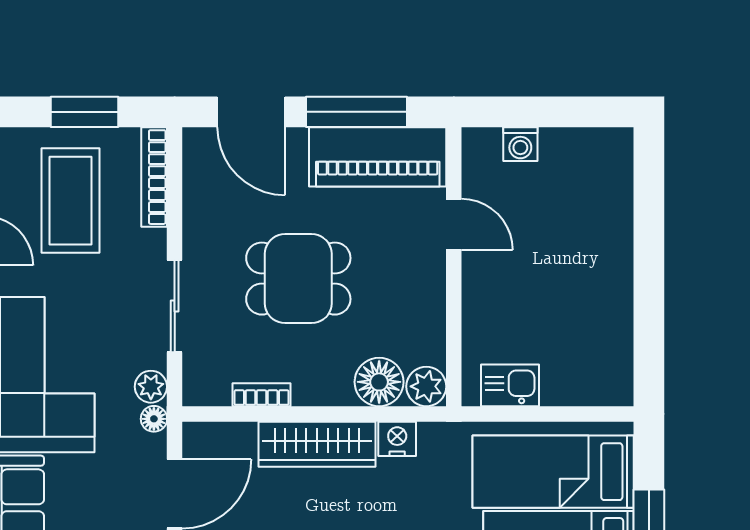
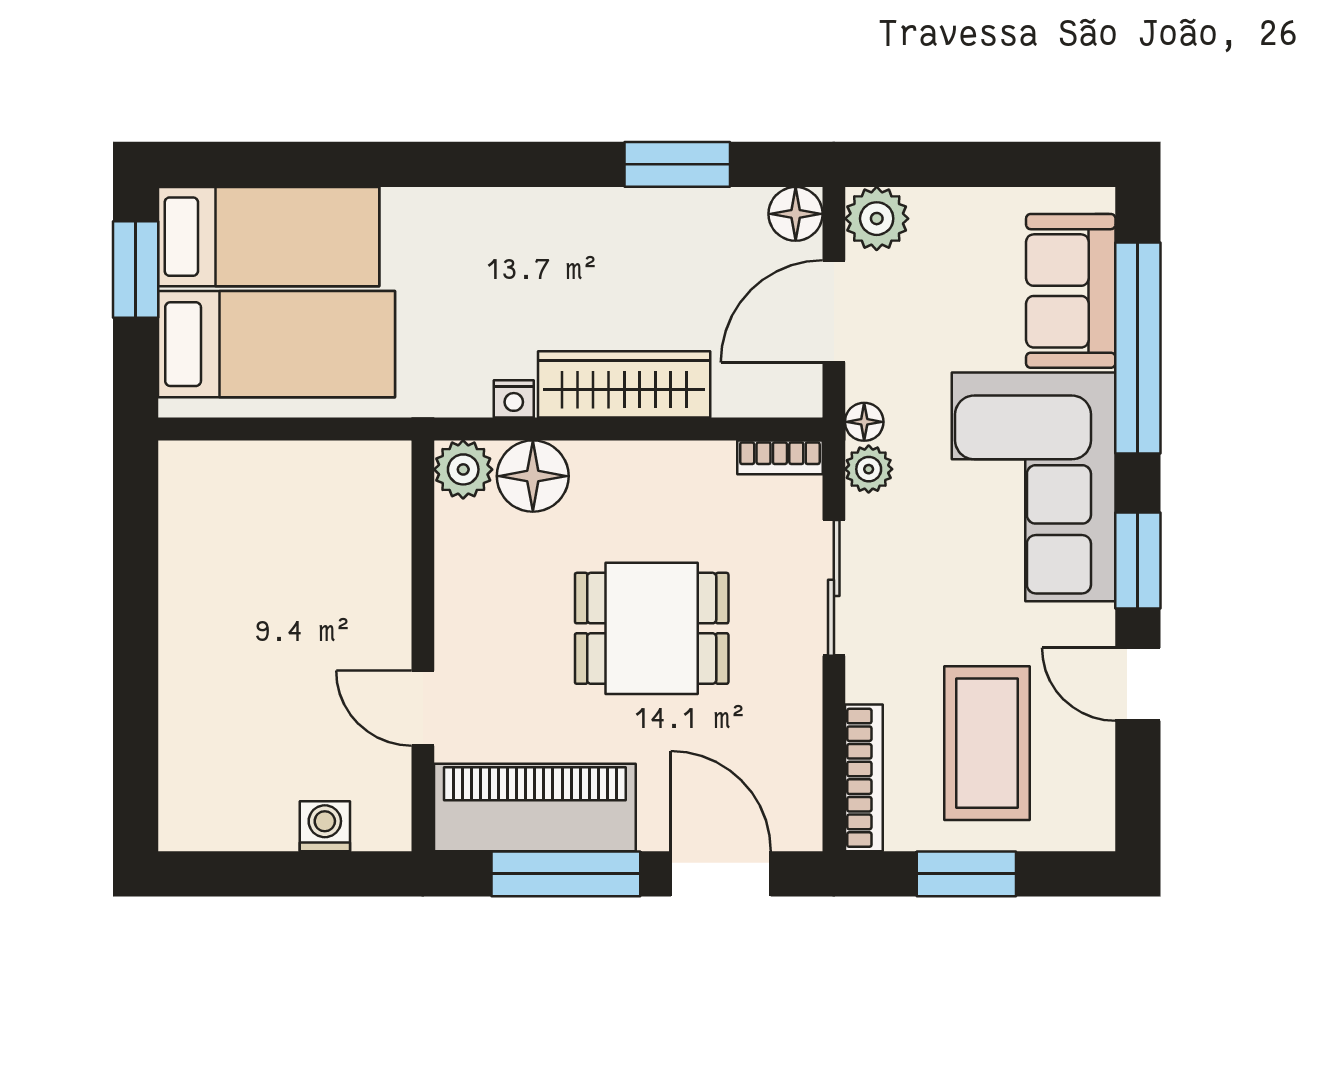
kitchen sink: (510, 385) -> (340, 471), removed
bookcase: (262, 395) -> (780, 457), moved
nightstand: (397, 439) -> (514, 399), width x0.72, depth x0.74

